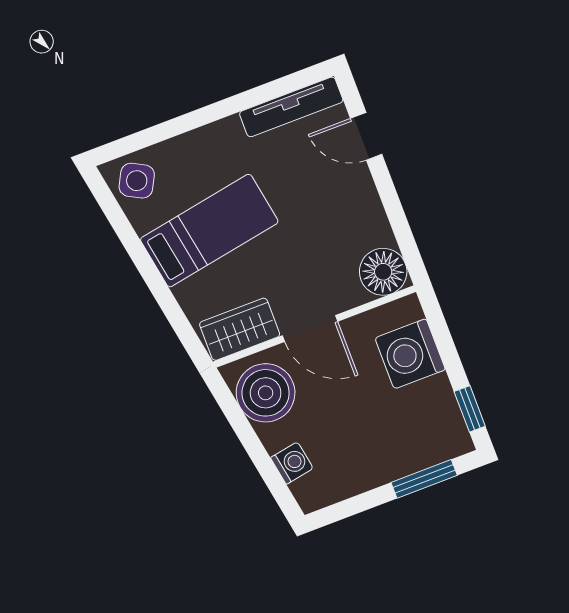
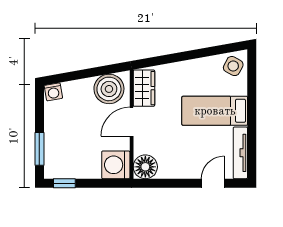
bed: (209, 231) -> (215, 111), moved, turned 100
washing machine: (410, 354) -> (116, 165), moved, turned -90
washing machine: (292, 463) -> (53, 92), moved

